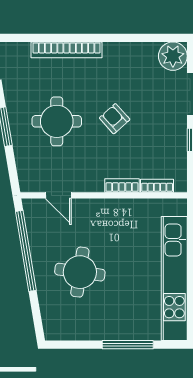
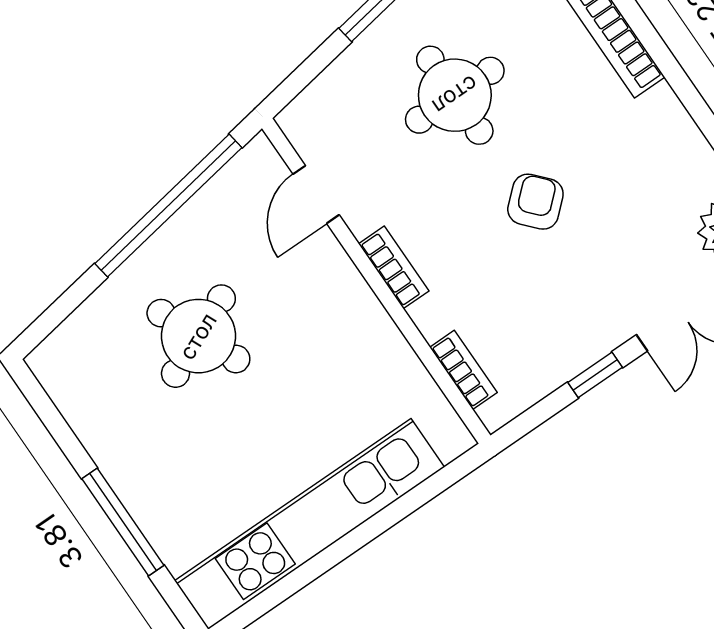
bookcase: (122, 185) -> (394, 267), moved
round table: (80, 272) -> (198, 336), turned -32

